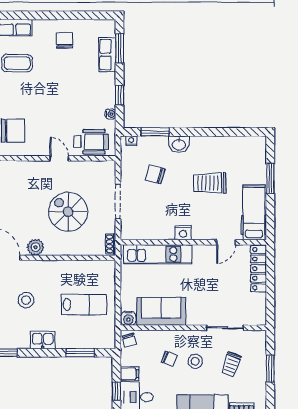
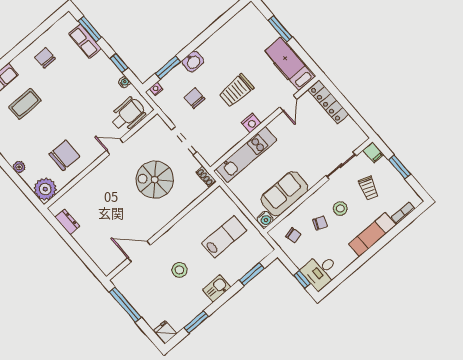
chair: (155, 174) -> (194, 98), turned 75
trolley: (210, 183) -> (236, 91), moved
plant: (36, 247) -> (153, 226), removed
chair: (129, 340) -> (293, 235), moved
filing cabinet: (129, 374) -> (373, 152), moved, turned 90

